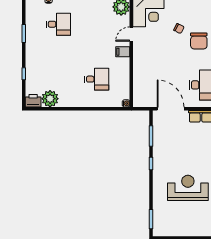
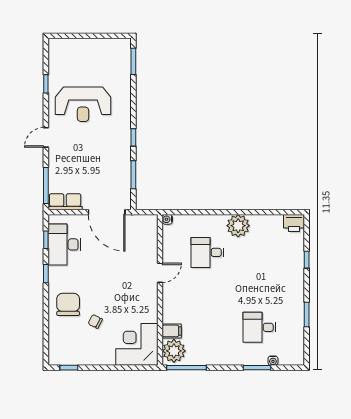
door: (131, 34) -> (160, 273), moved
filing cabinet: (123, 52) -> (172, 331), moved
plant: (50, 99) -> (238, 226), moved

